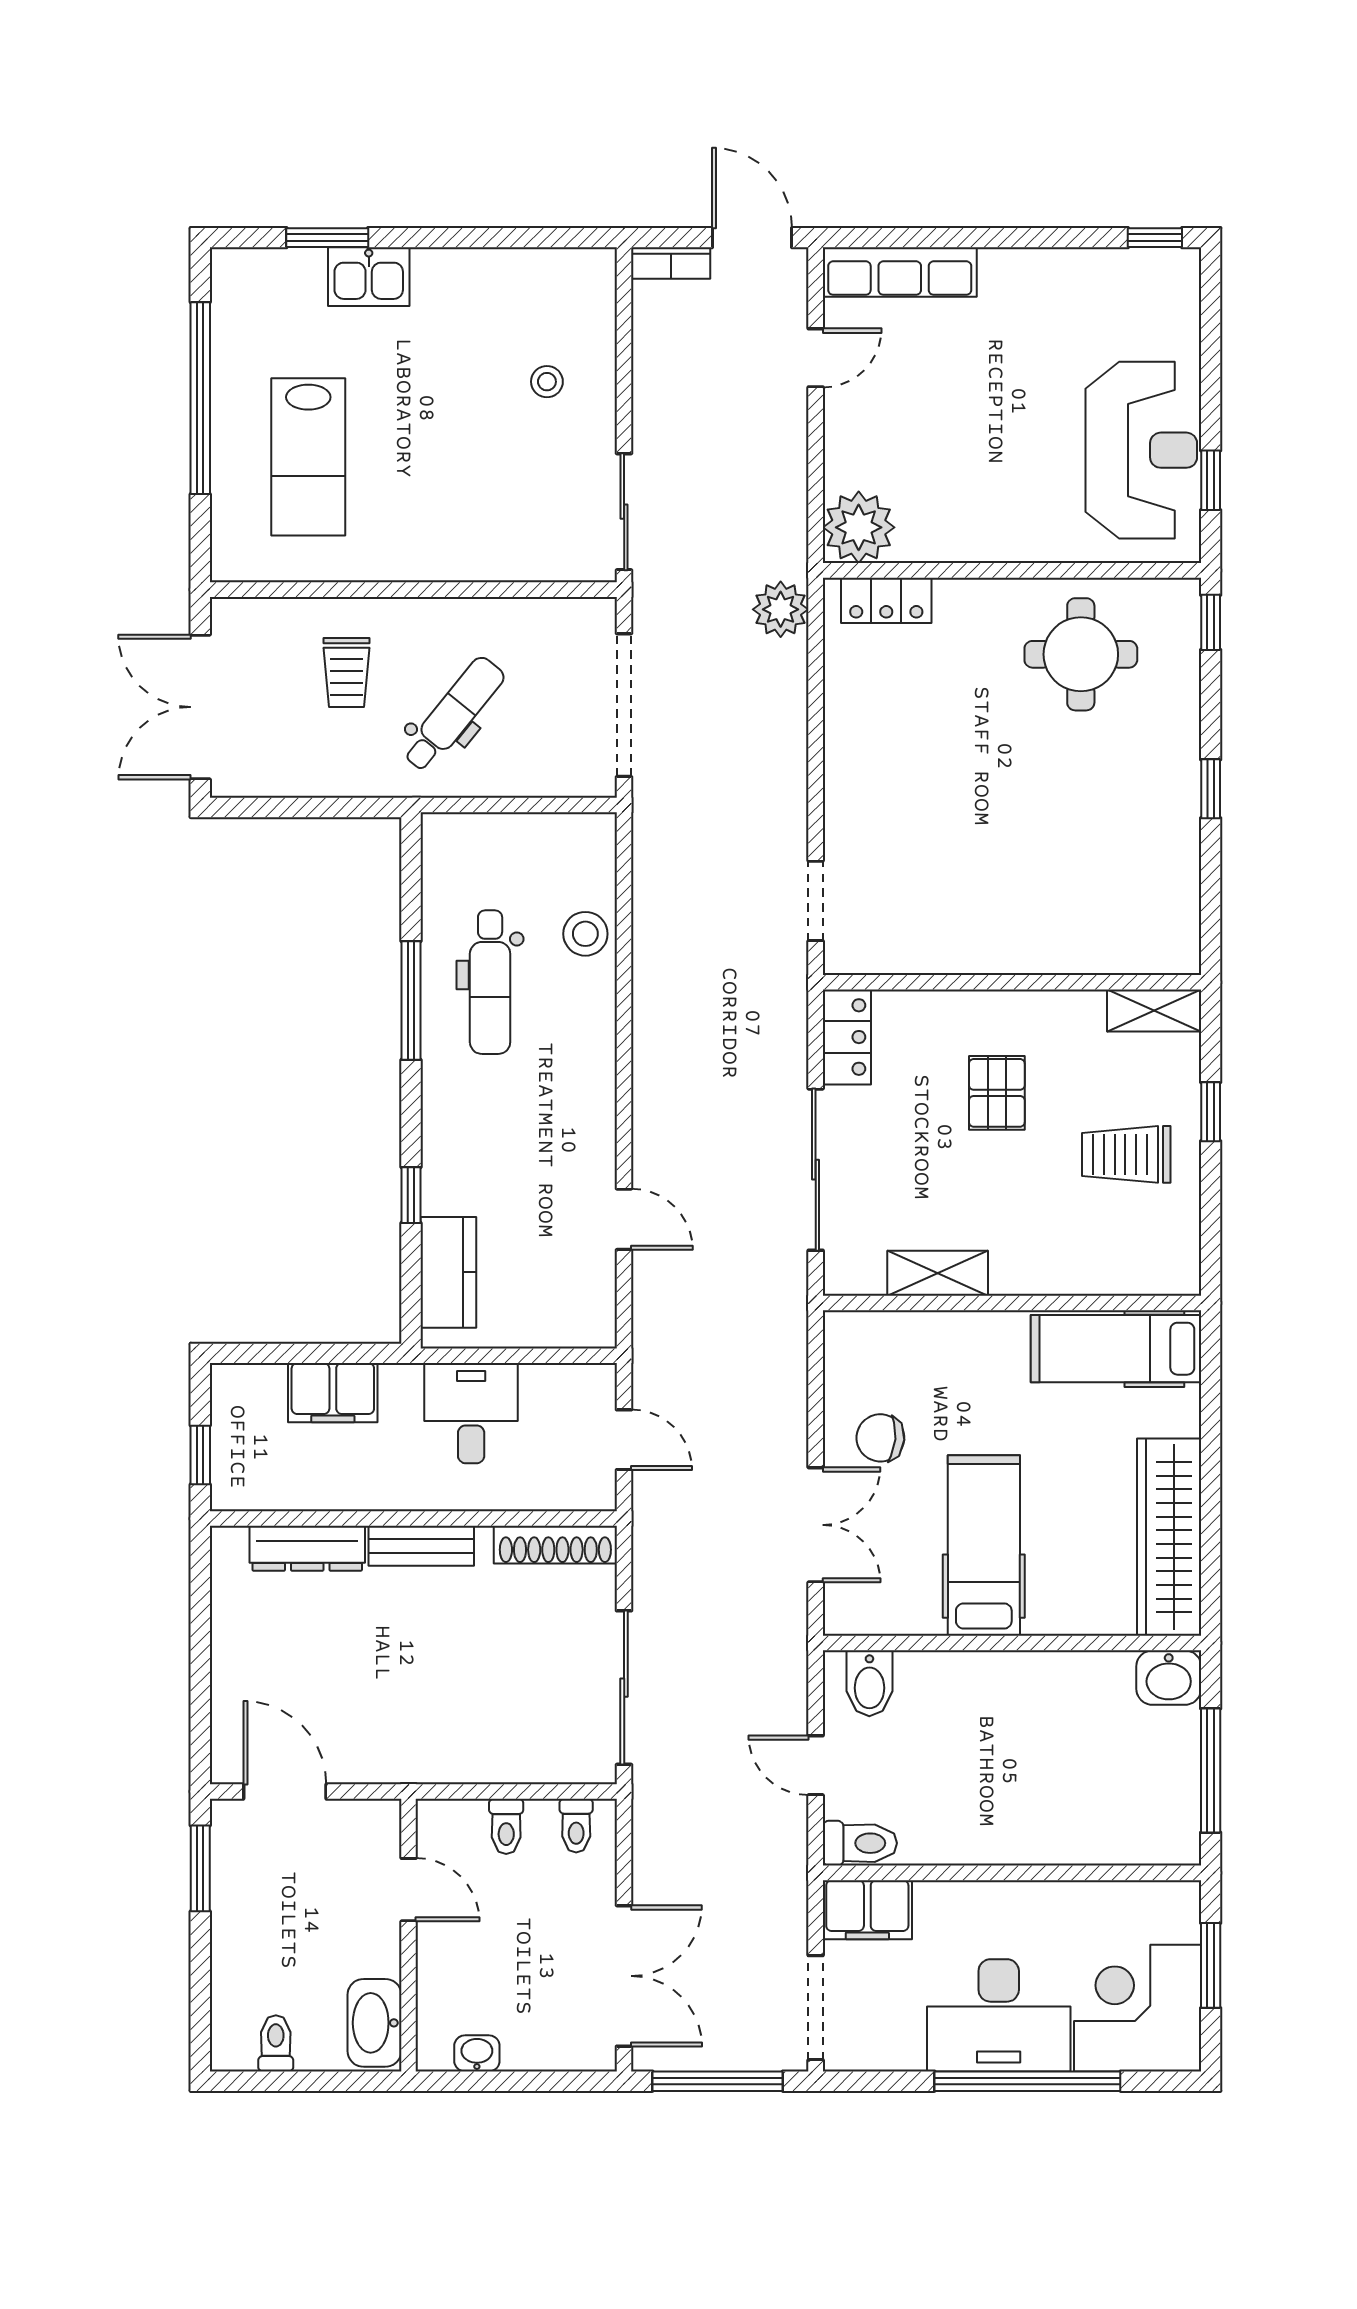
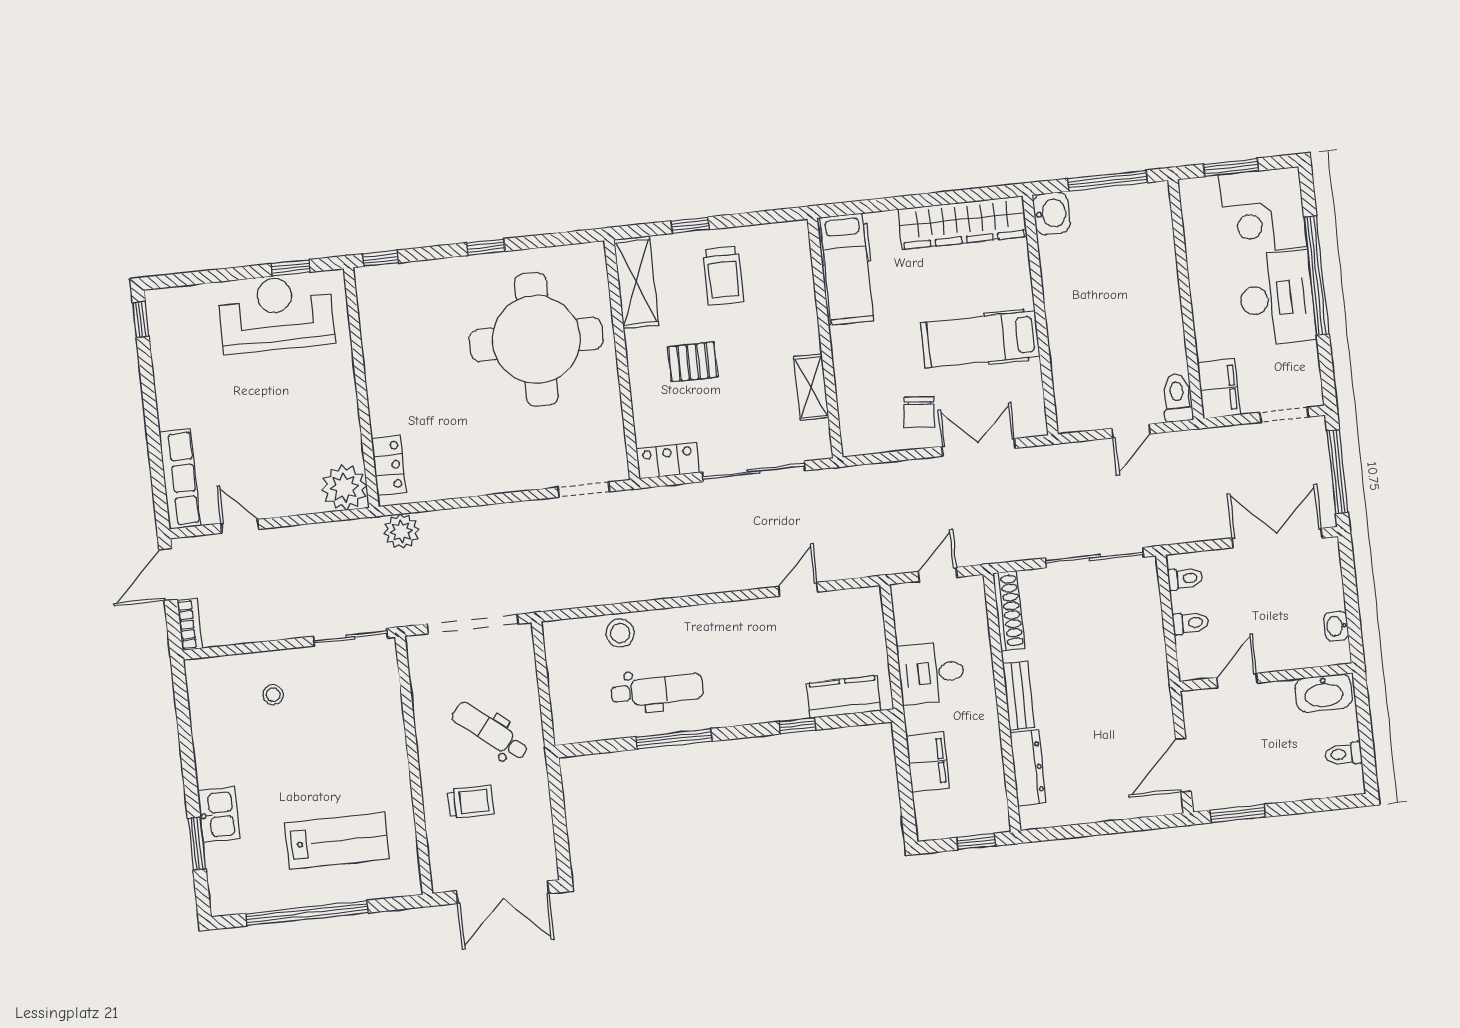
round table: (1081, 654) -> (536, 339), moved, width x1.86, depth x1.86
shelving: (1154, 1011) -> (636, 282), width x1.50, depth x1.33
bidet: (869, 1683) -> (1075, 402), removed
doorway: (816, 2008) -> (1284, 415), width x0.73

